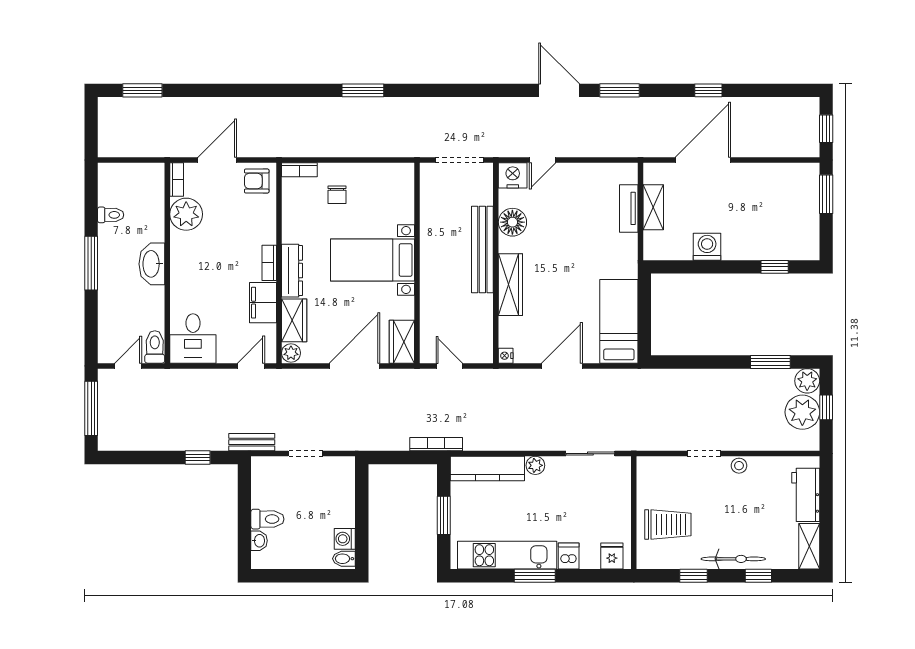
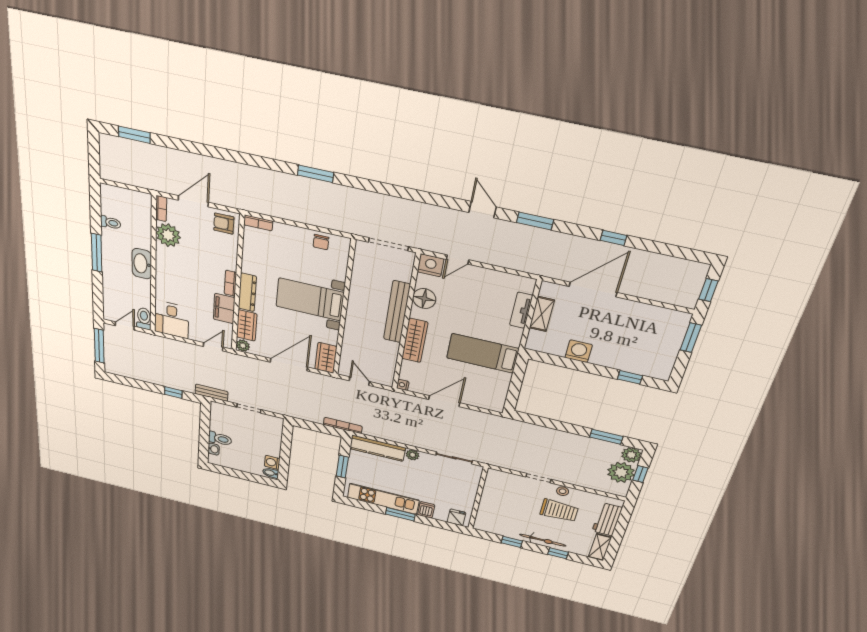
door: (559, 90) -> (483, 210), width x0.73
chair: (337, 195) -> (321, 242), moved
bed: (619, 321) -> (483, 353), moved, turned -90
trolley: (668, 524) -> (559, 511), moved

